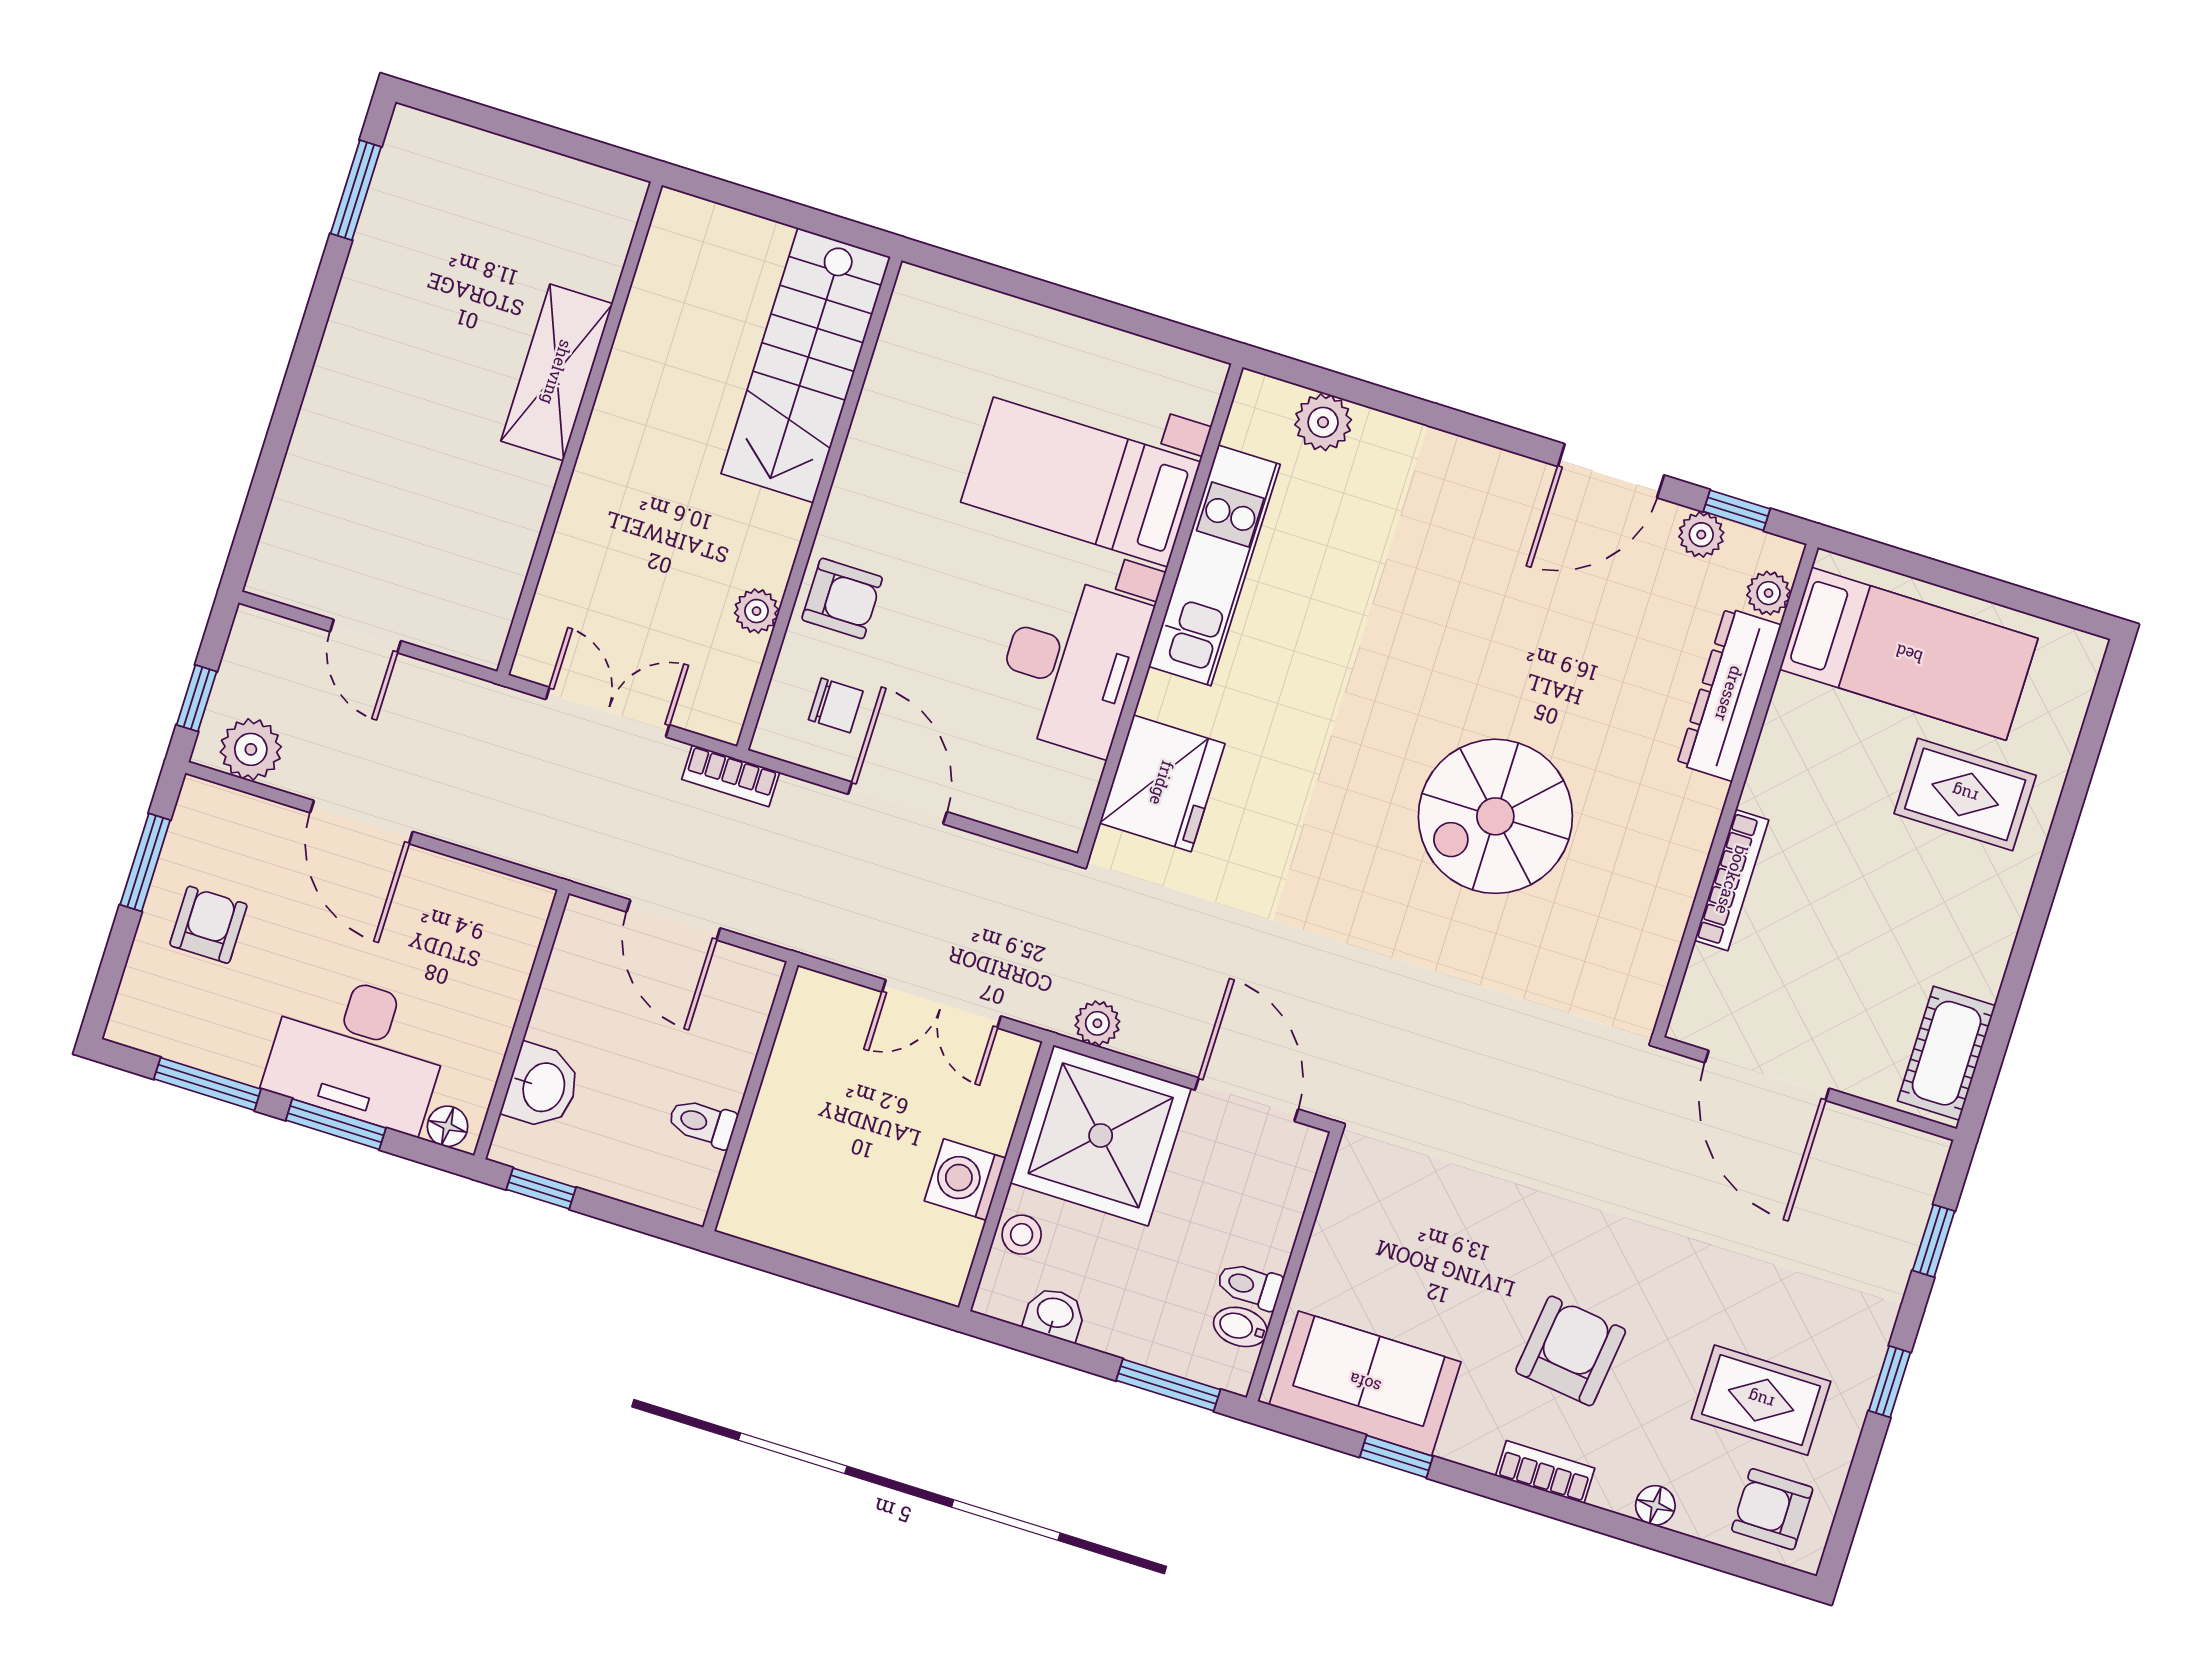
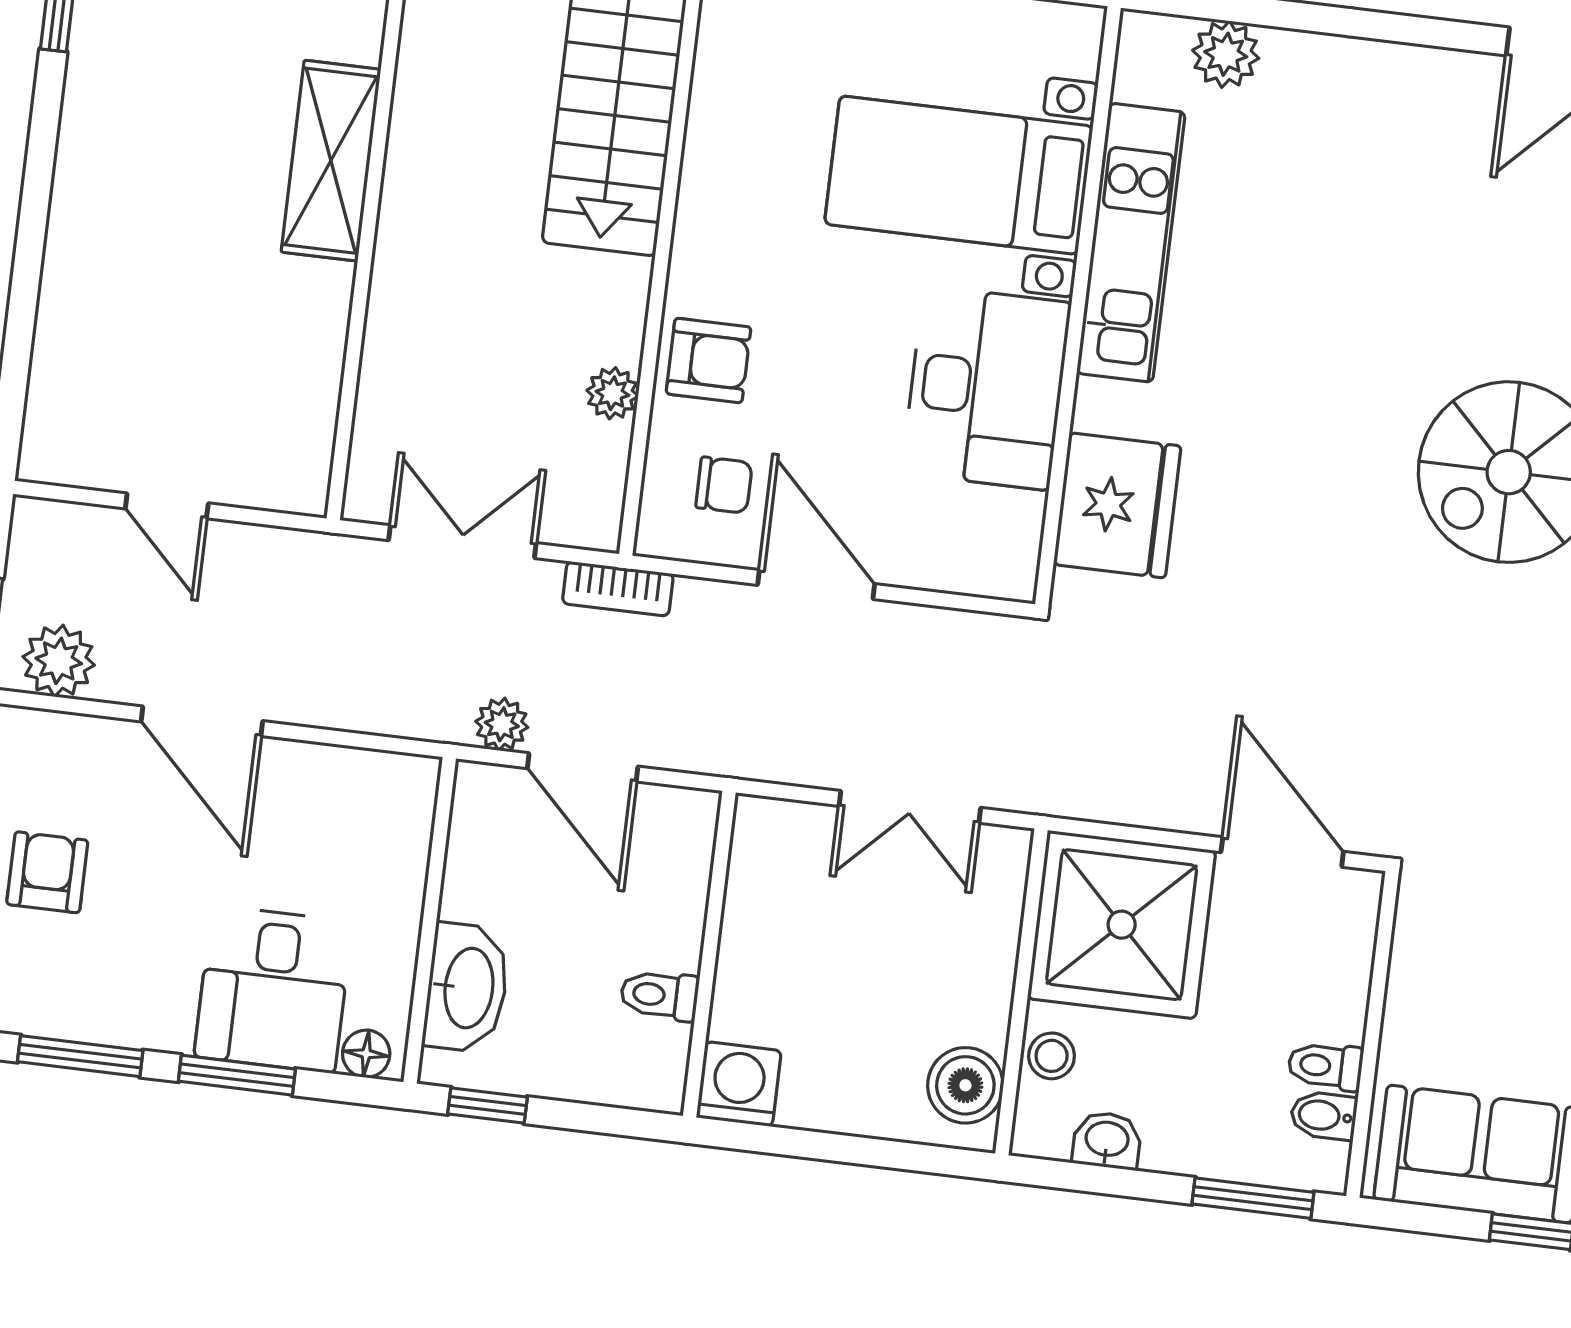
plant: (1097, 1023) -> (502, 724), moved
desk: (358, 1051) -> (273, 989), width x0.73
washbasin: (542, 1087) -> (467, 988), width x1.38
washing machine: (965, 1180) -> (739, 1084), moved, turned 90
boiler: (945, 1246) -> (965, 1085), added

